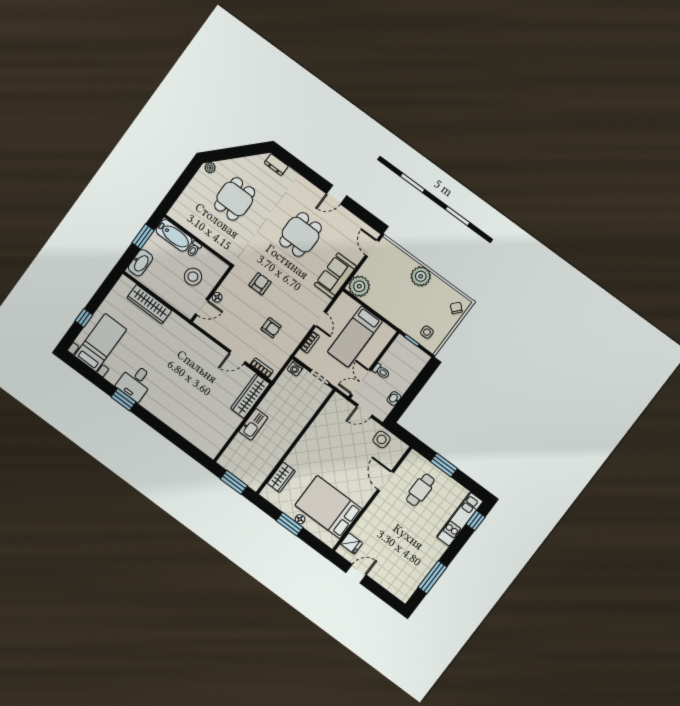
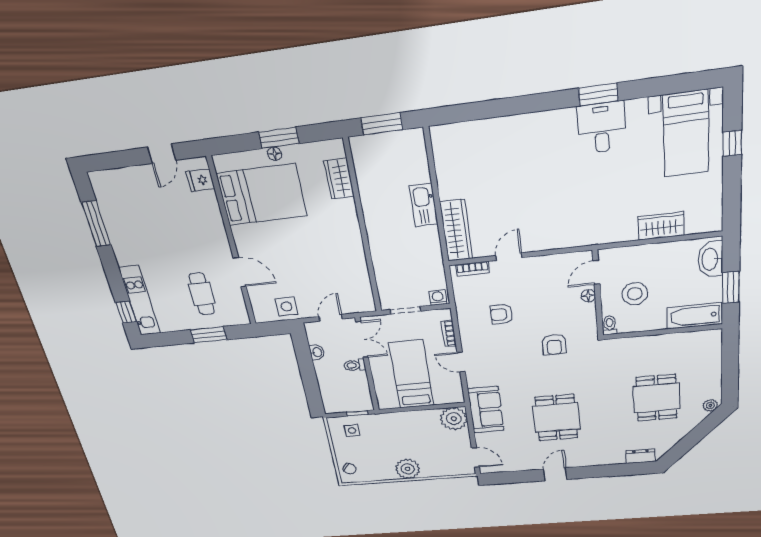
toilet: (194, 249) -> (610, 325), moved
wardrobe: (149, 304) -> (661, 226), width x0.67

